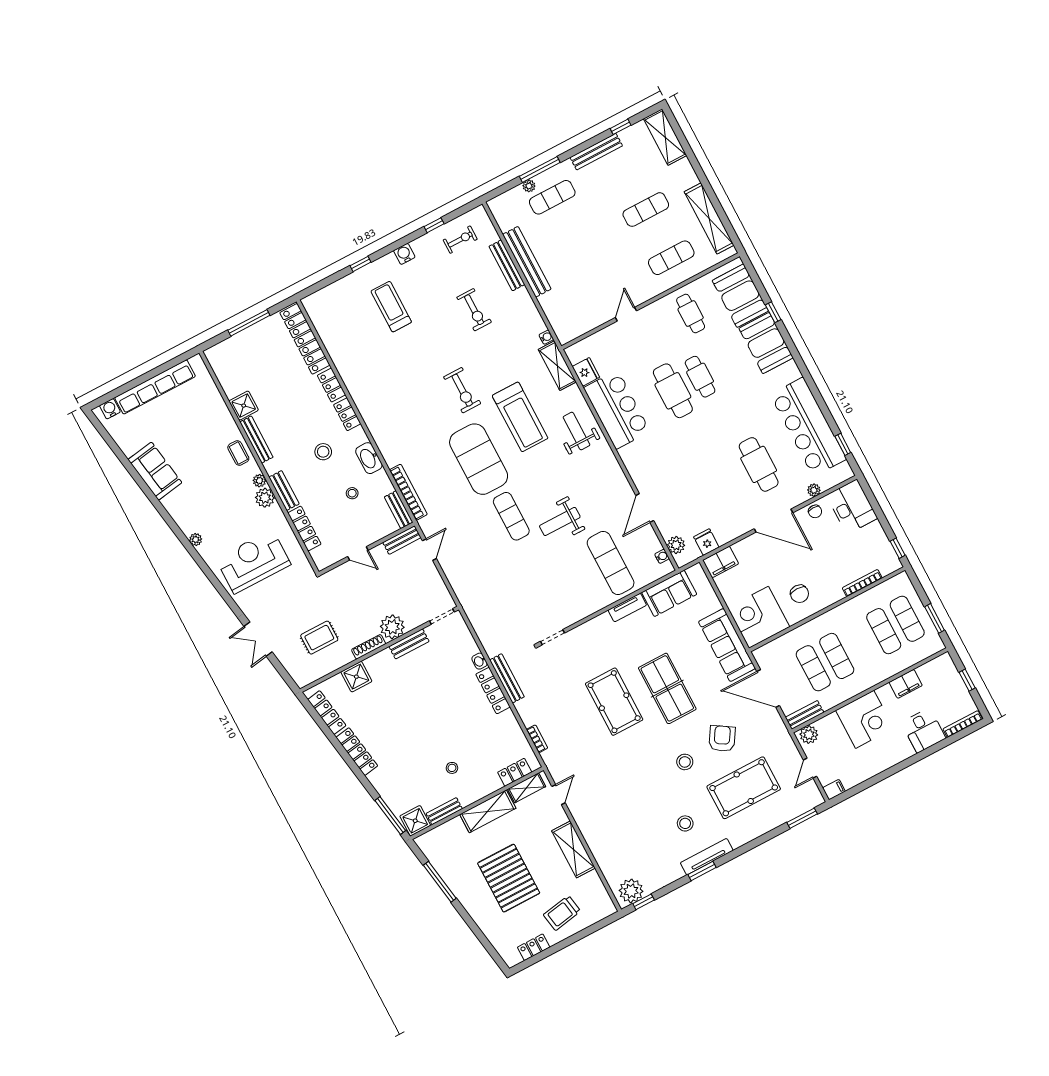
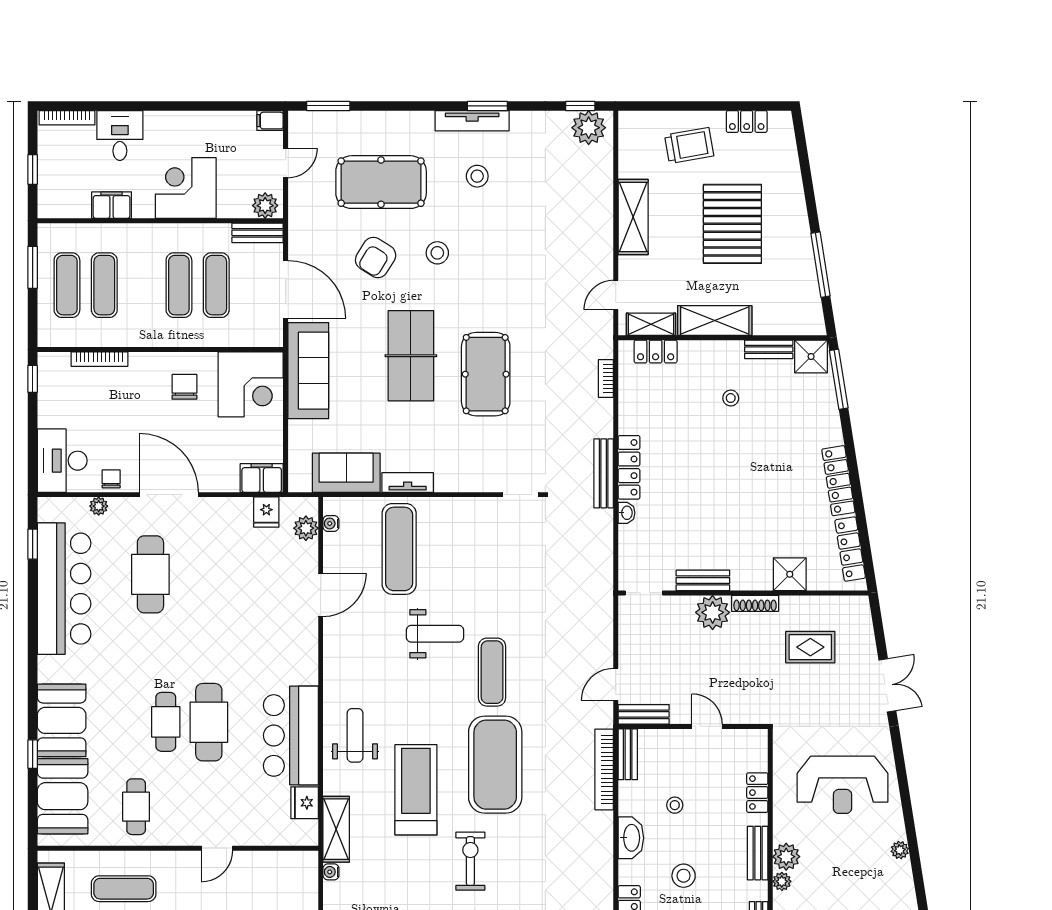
weight bench: (577, 431) -> (355, 735), turned 180
locker: (304, 528) -> (757, 793), width x0.66

